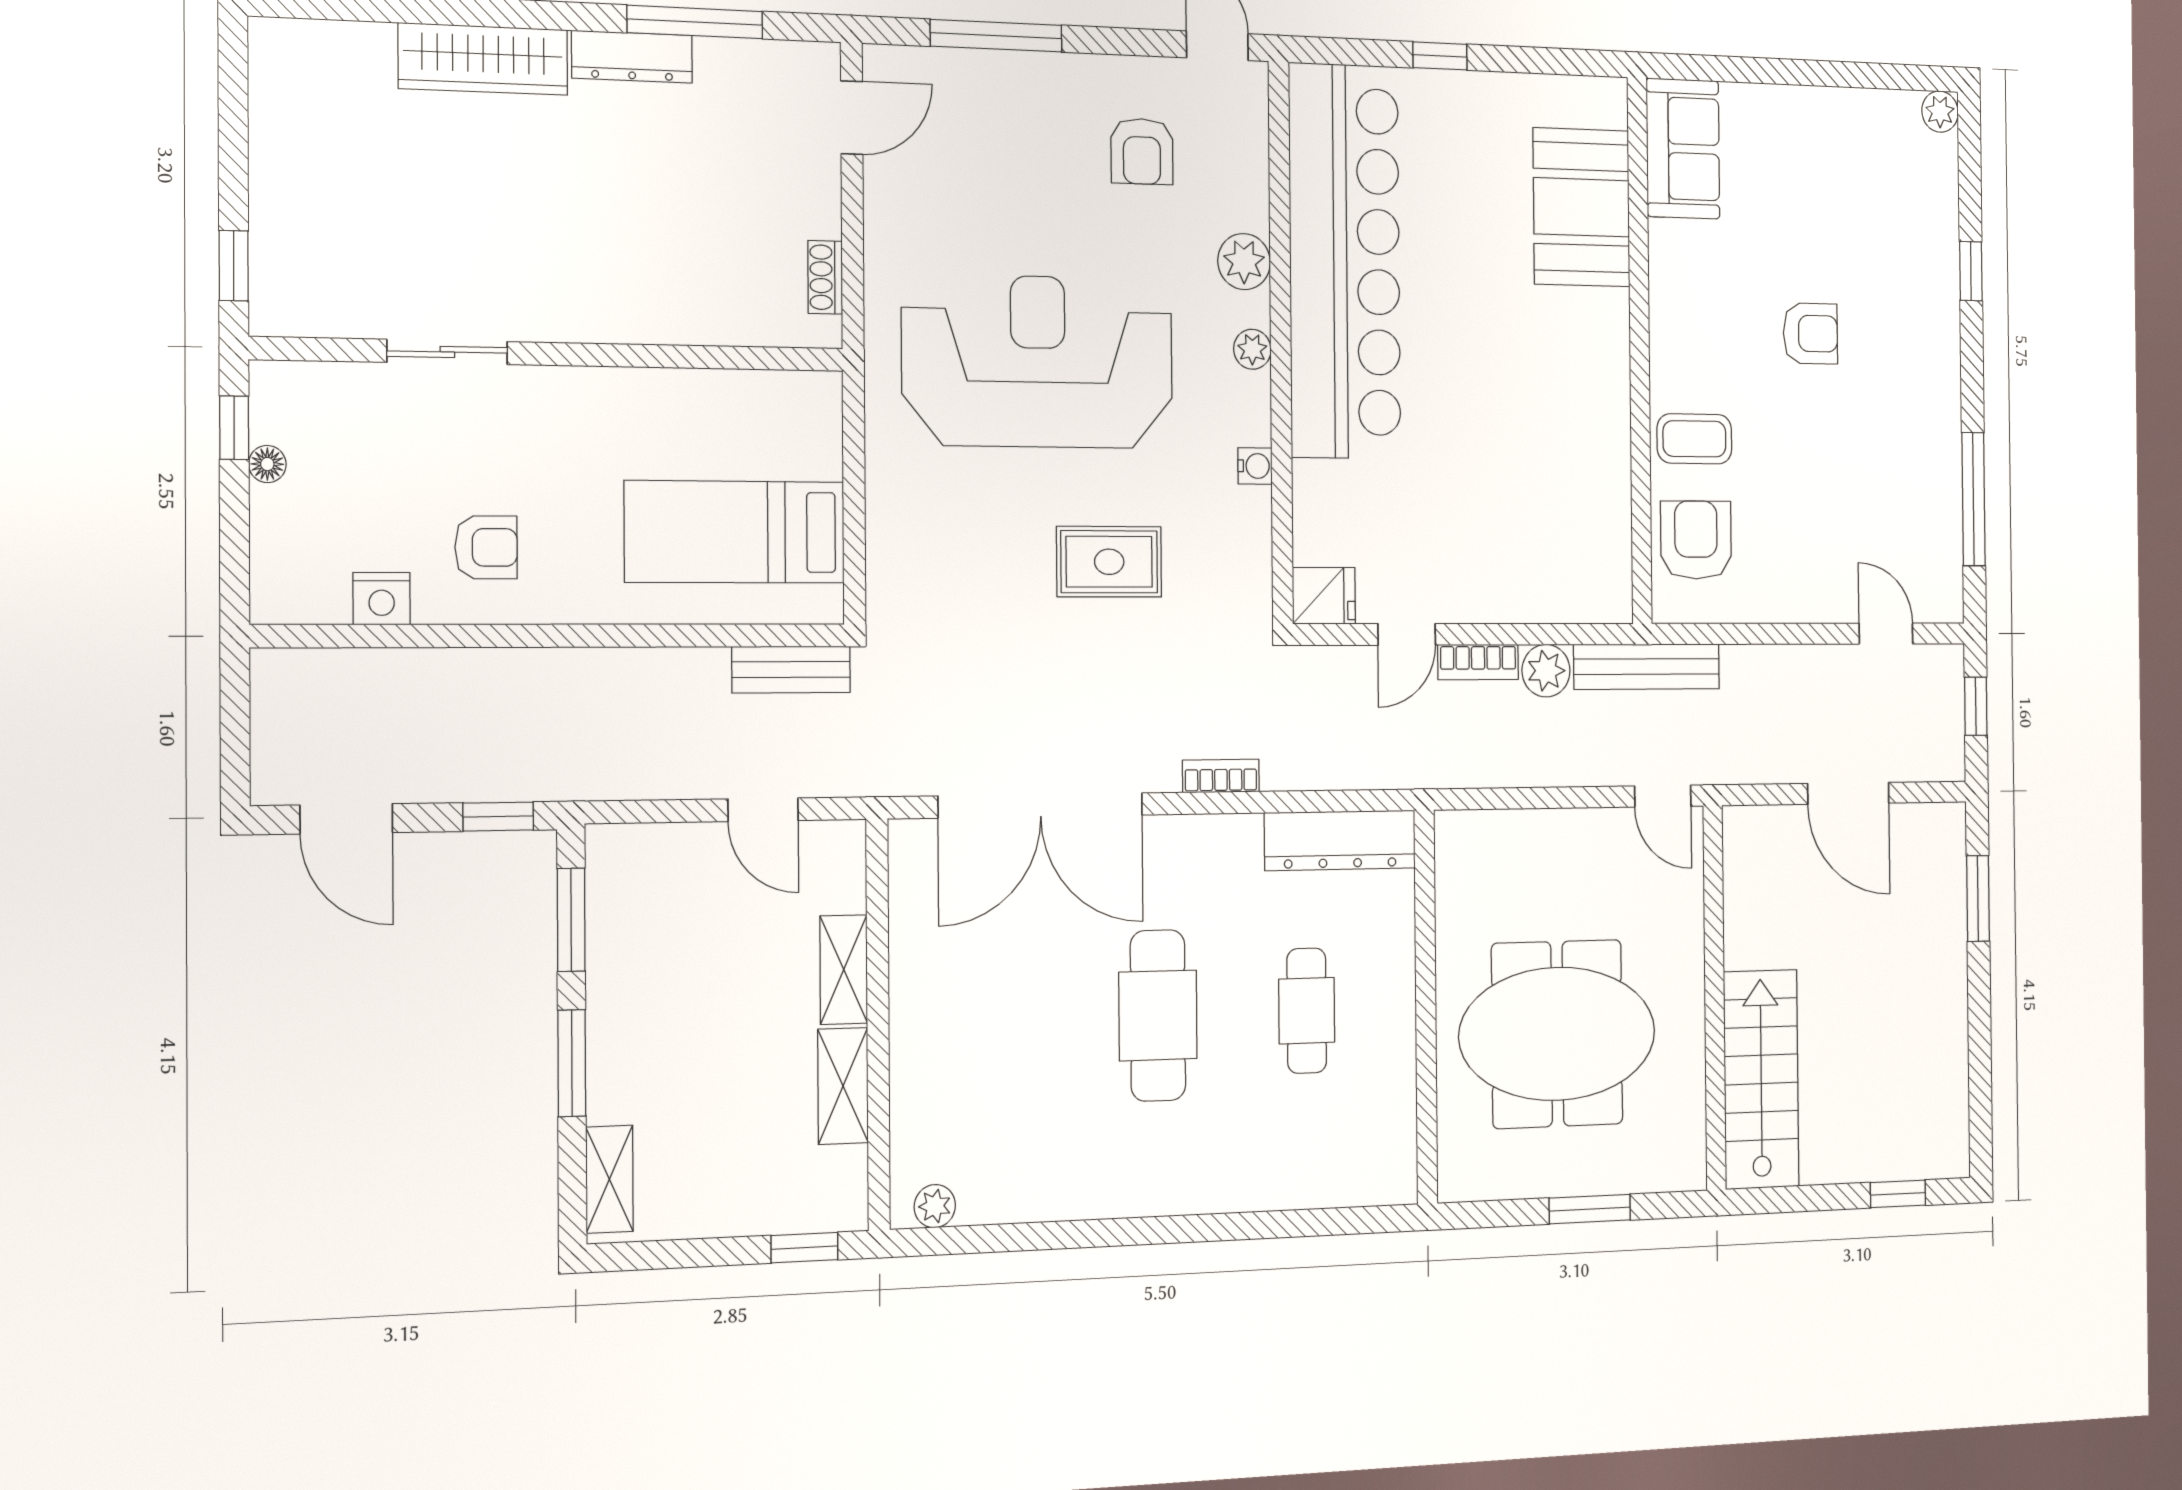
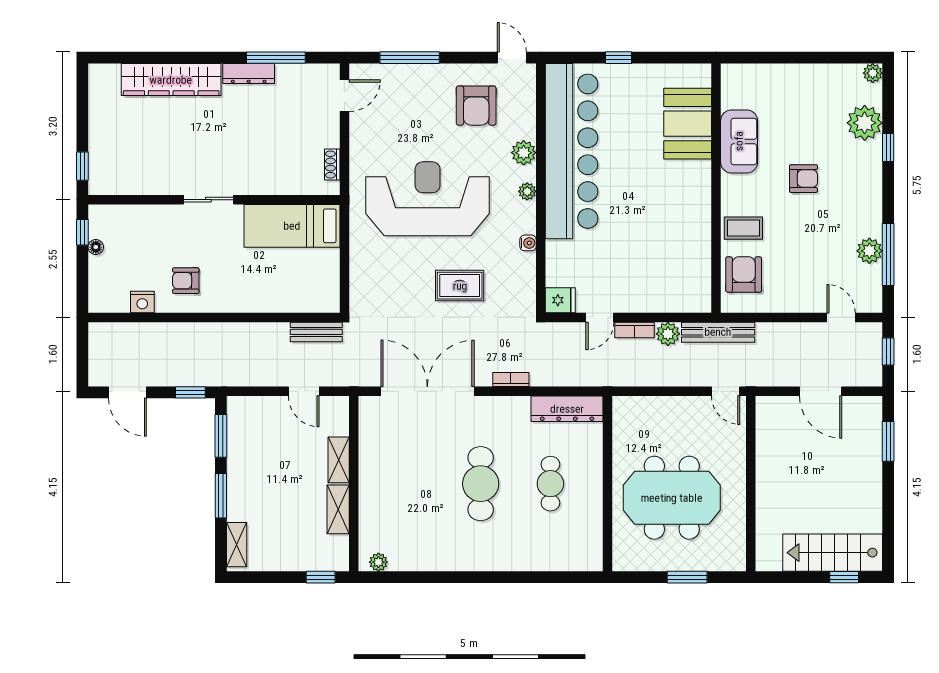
wardrobe: (483, 59) -> (171, 80), width x1.40, depth x1.17
sofa: (1683, 149) -> (739, 141), moved
armchair: (1142, 151) -> (476, 106), width x1.38, depth x1.38
plant: (1926, 217) -> (865, 123), added
sliding door: (447, 352) -> (208, 200), moved
plant: (1938, 491) -> (869, 251), added
bed: (735, 532) -> (292, 226), moved
armchair: (486, 547) -> (186, 281), turned 180
double door: (1041, 806) -> (427, 391), swing flipped
stairs: (1761, 1079) -> (833, 553), moved, turned -90

